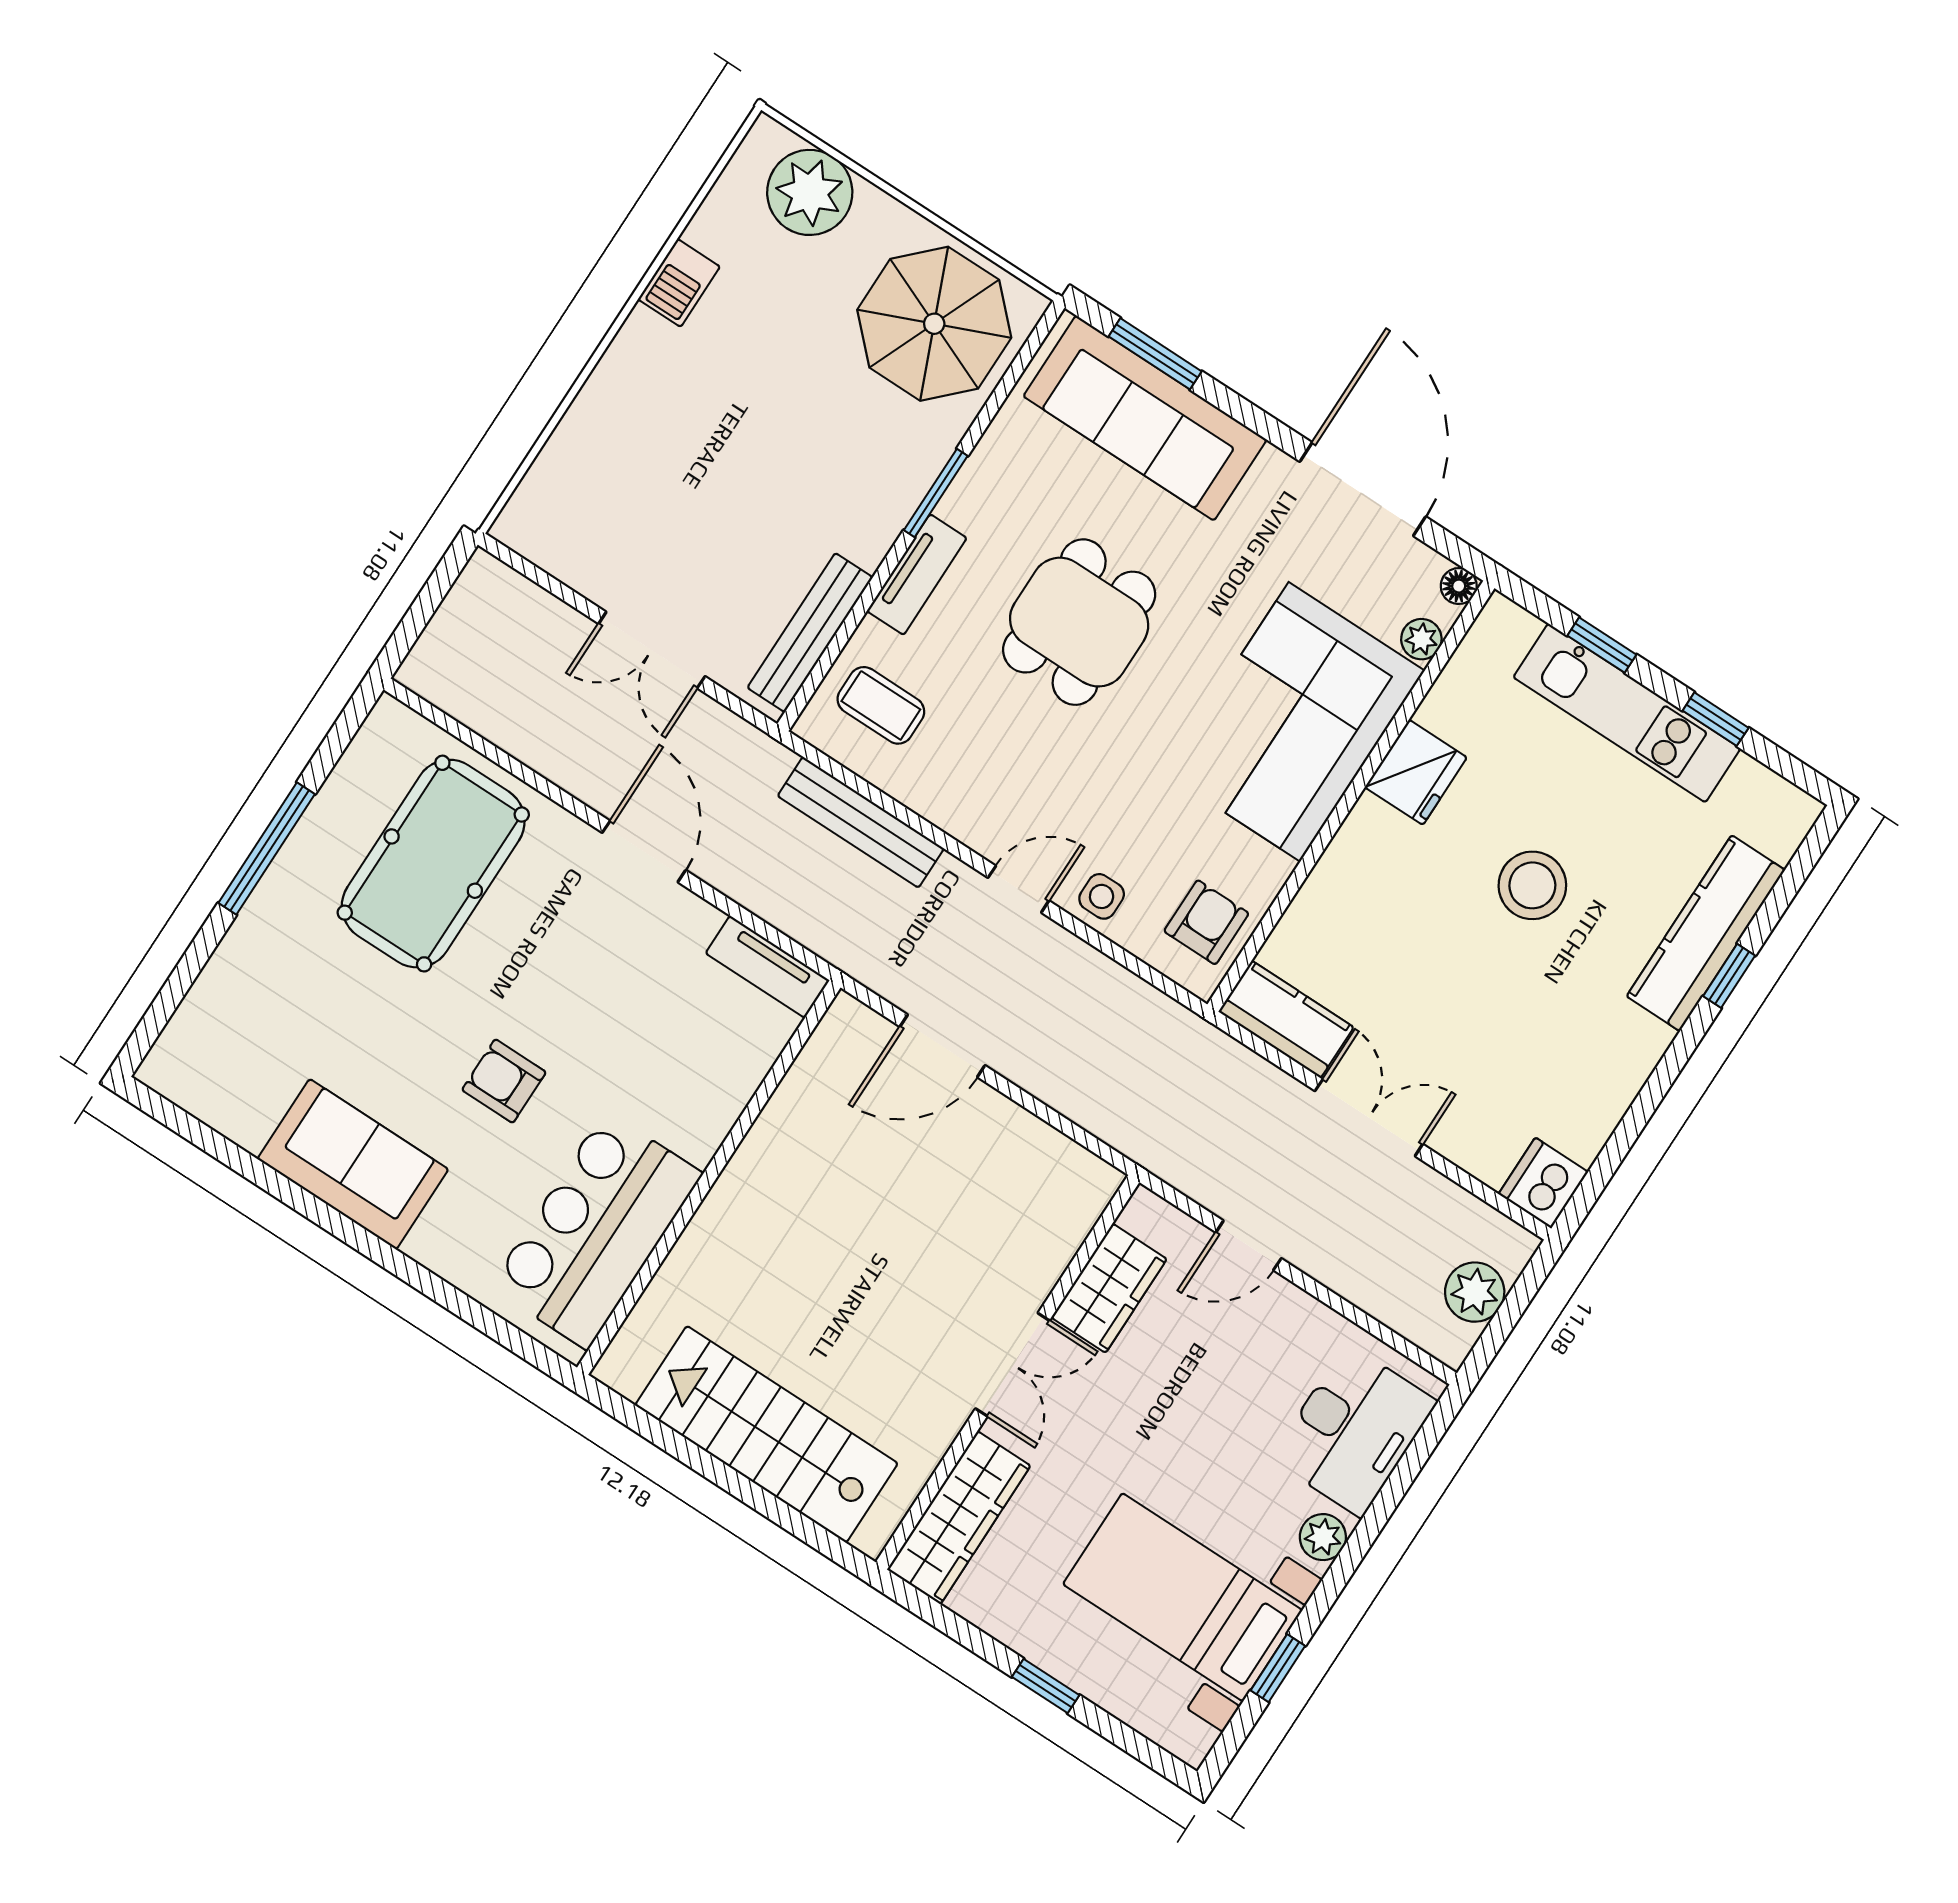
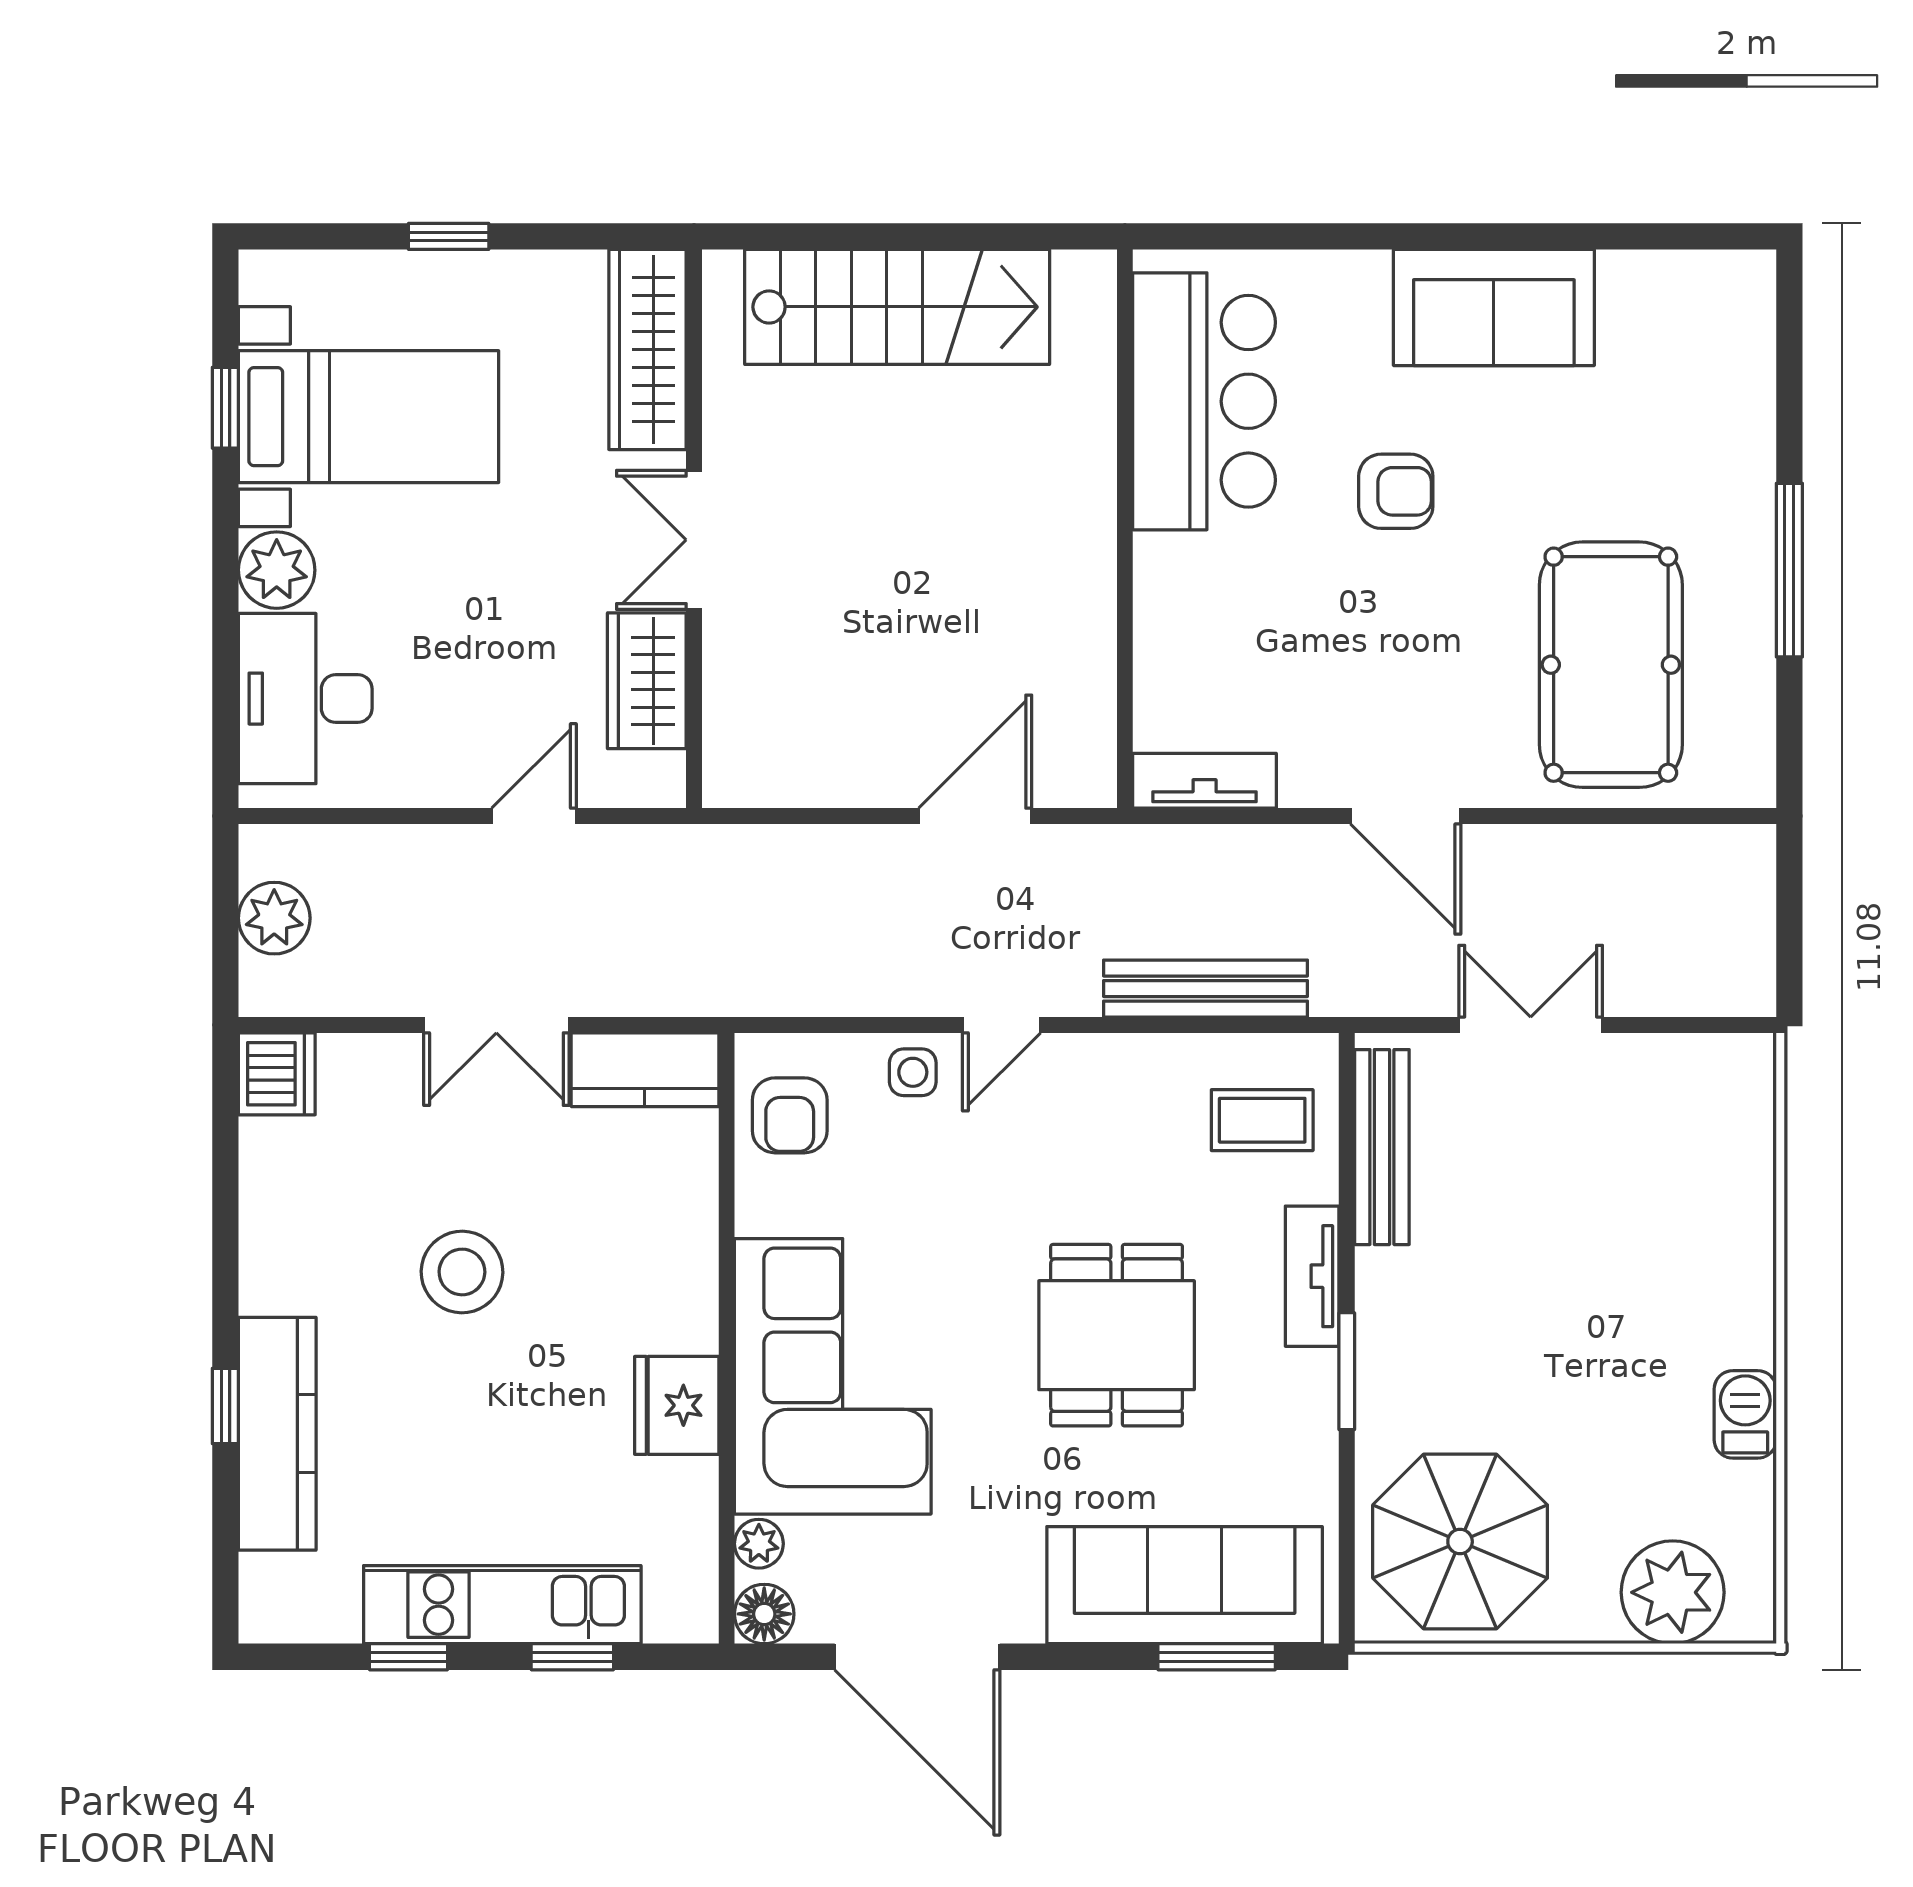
floor lamp: (1459, 586) -> (764, 1614), width x1.37, depth x1.37
stool: (1532, 885) -> (462, 1272), moved
plant: (1323, 1537) -> (277, 570), width x1.38, depth x1.38

